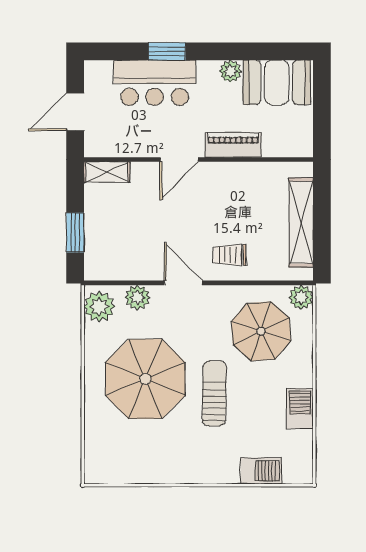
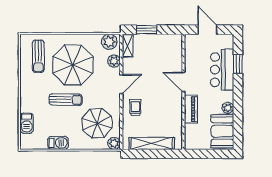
window: (167, 51) -> (238, 64), moved
shelving: (107, 172) -> (128, 46), moved
sun lounger: (128, 448) -> (38, 56), added

